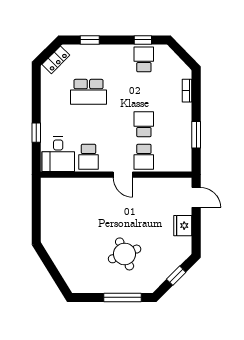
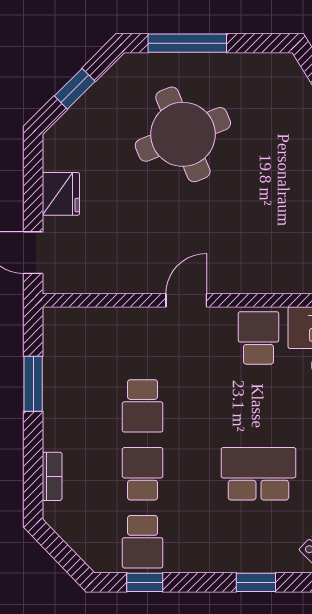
school desk: (144, 157) -> (143, 474), moved
door: (123, 175) -> (186, 300), hinge flipped
round table: (125, 254) -> (183, 134), width x1.36, depth x1.36

